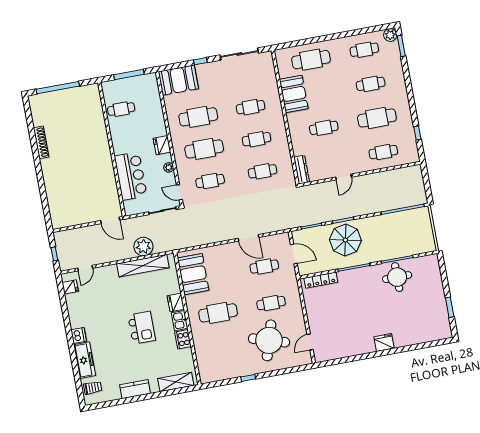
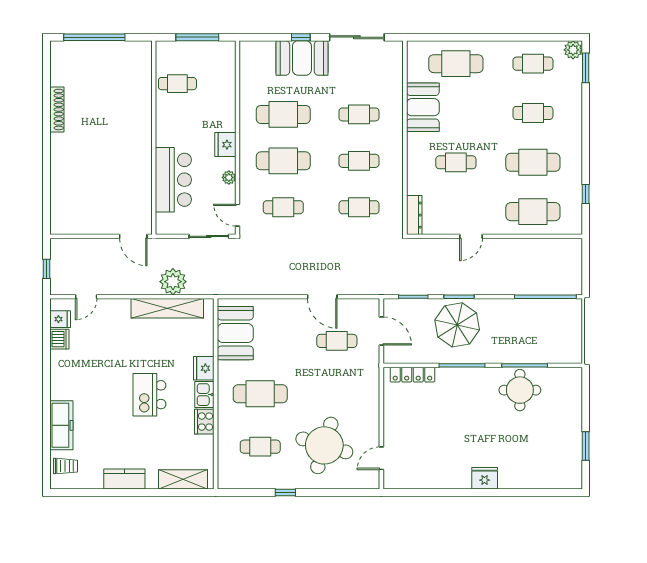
booth: (178, 80) -> (302, 58), moved
cafe table: (383, 152) -> (533, 212), width x1.37, depth x1.35
cafe table: (271, 303) -> (260, 447), moved
kitchen island: (142, 328) -> (149, 395), turned 180
dishwasher: (79, 335) -> (59, 339), moved

